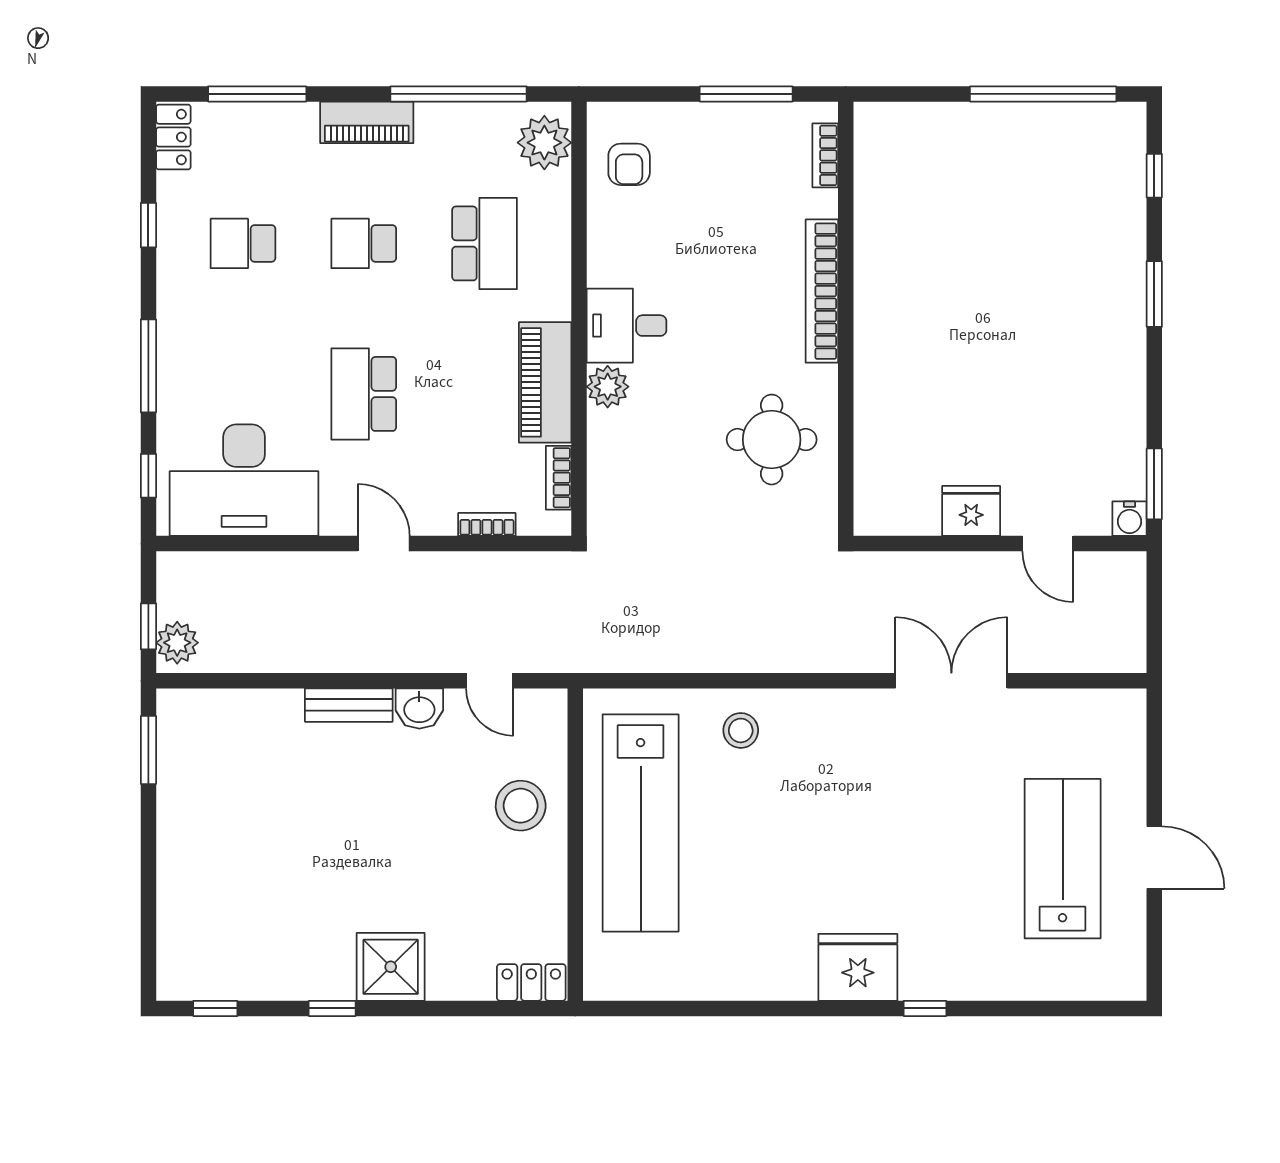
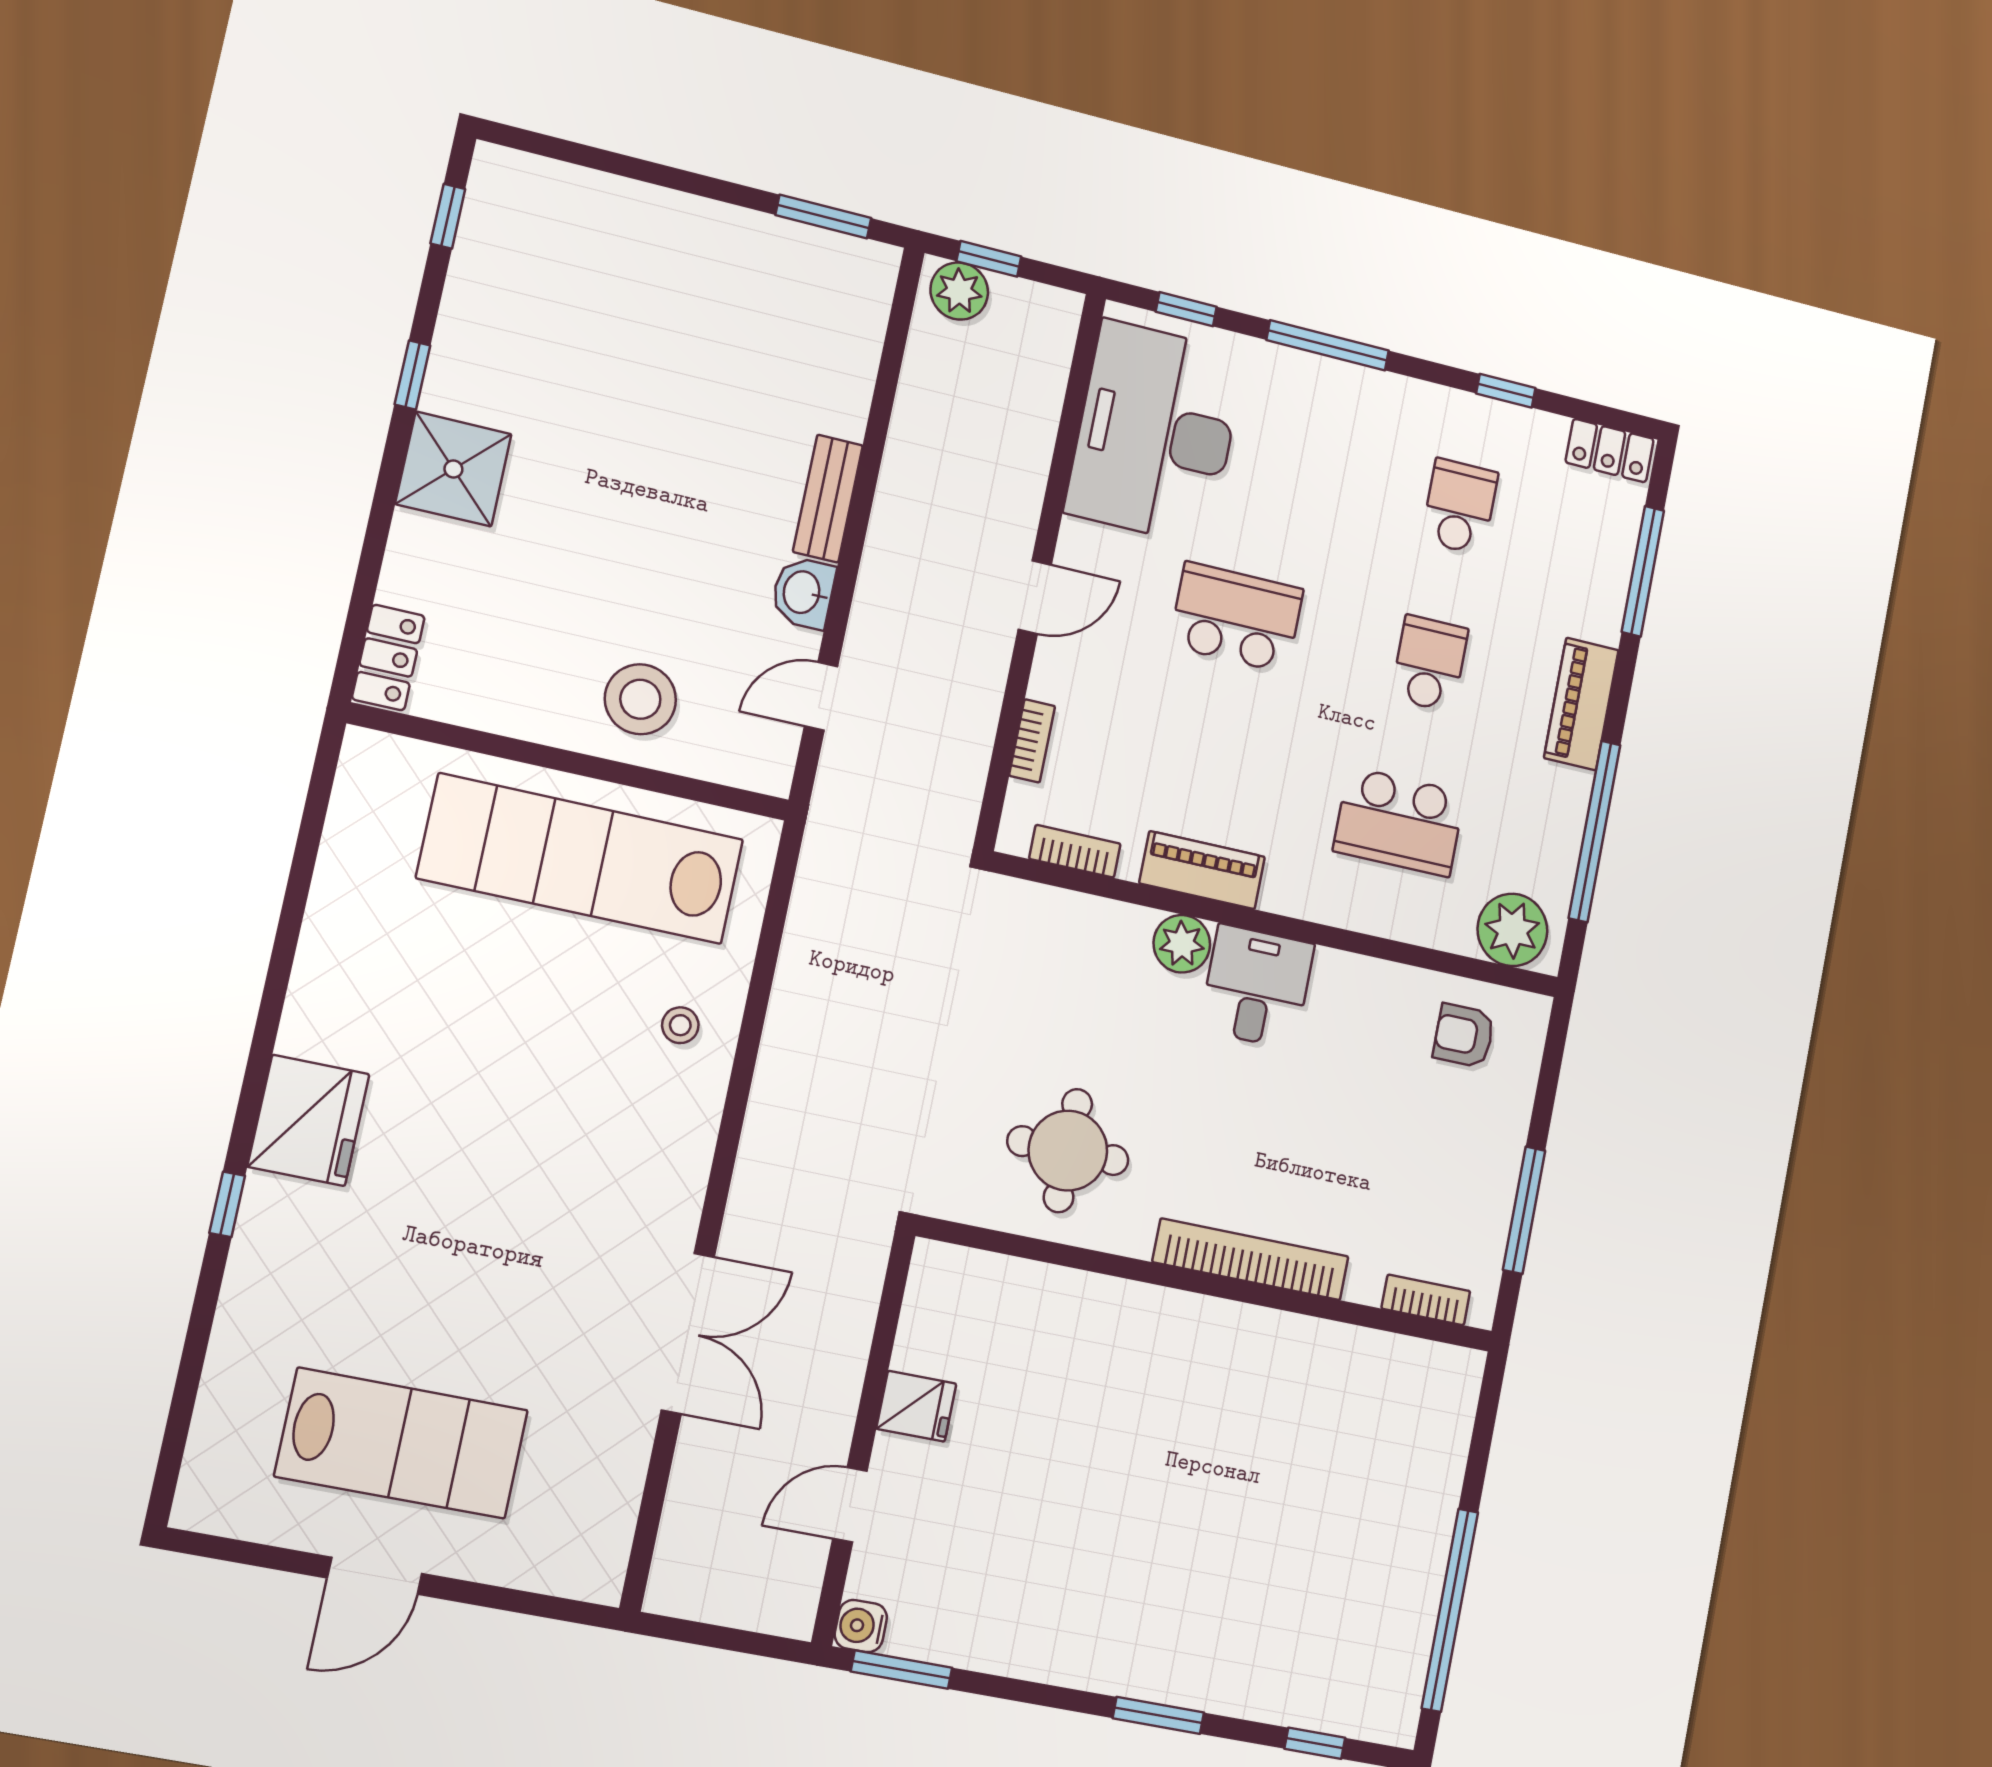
piano: (545, 382) -> (1202, 870), width x0.73, depth x0.75
fridge: (971, 511) -> (916, 1406), width x0.72
stool: (741, 730) -> (680, 1025), width x0.73, depth x0.73

